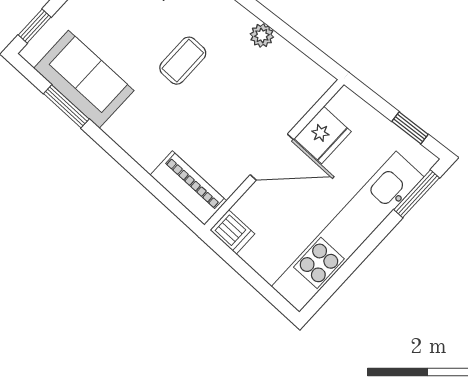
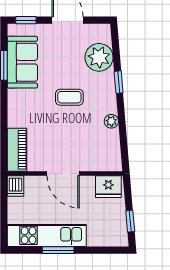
fridge: (323, 135) -> (108, 187), moved
window: (417, 194) -> (58, 250), moved
kitchen unit: (348, 232) -> (47, 235), width x0.73

